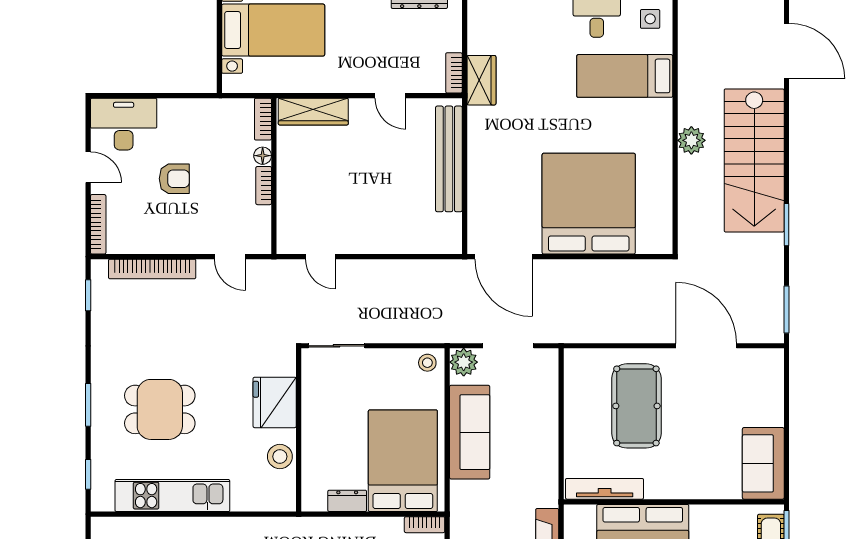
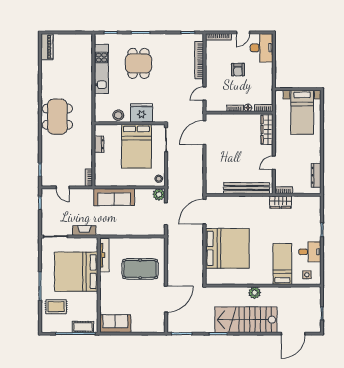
door: (320, 257) -> (204, 133), width x1.88
sofa: (470, 432) -> (114, 197), moved
bed: (403, 461) -> (136, 146), moved, turned 90

